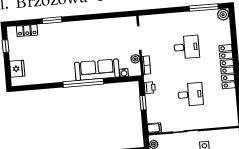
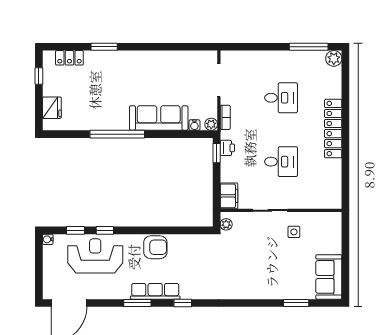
plant: (135, 59) -> (211, 124), moved
window: (83, 83) -> (117, 134), moved
window: (143, 103) -> (217, 153), moved
filing cabinet: (154, 128) -> (229, 196), width x2.00

